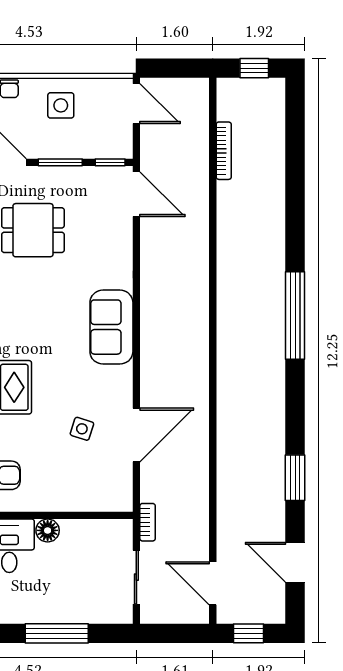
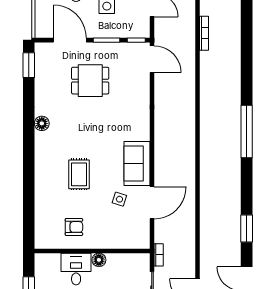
sofa: (111, 327) -> (137, 163), moved

